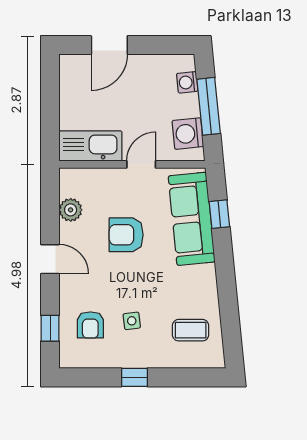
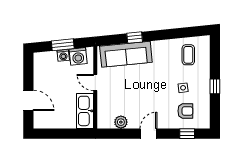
washing machine: (187, 82) -> (63, 55), moved
window: (209, 106) -> (63, 45), width x0.69
window: (219, 214) -> (135, 38), moved
armchair: (126, 235) -> (135, 91), removed

